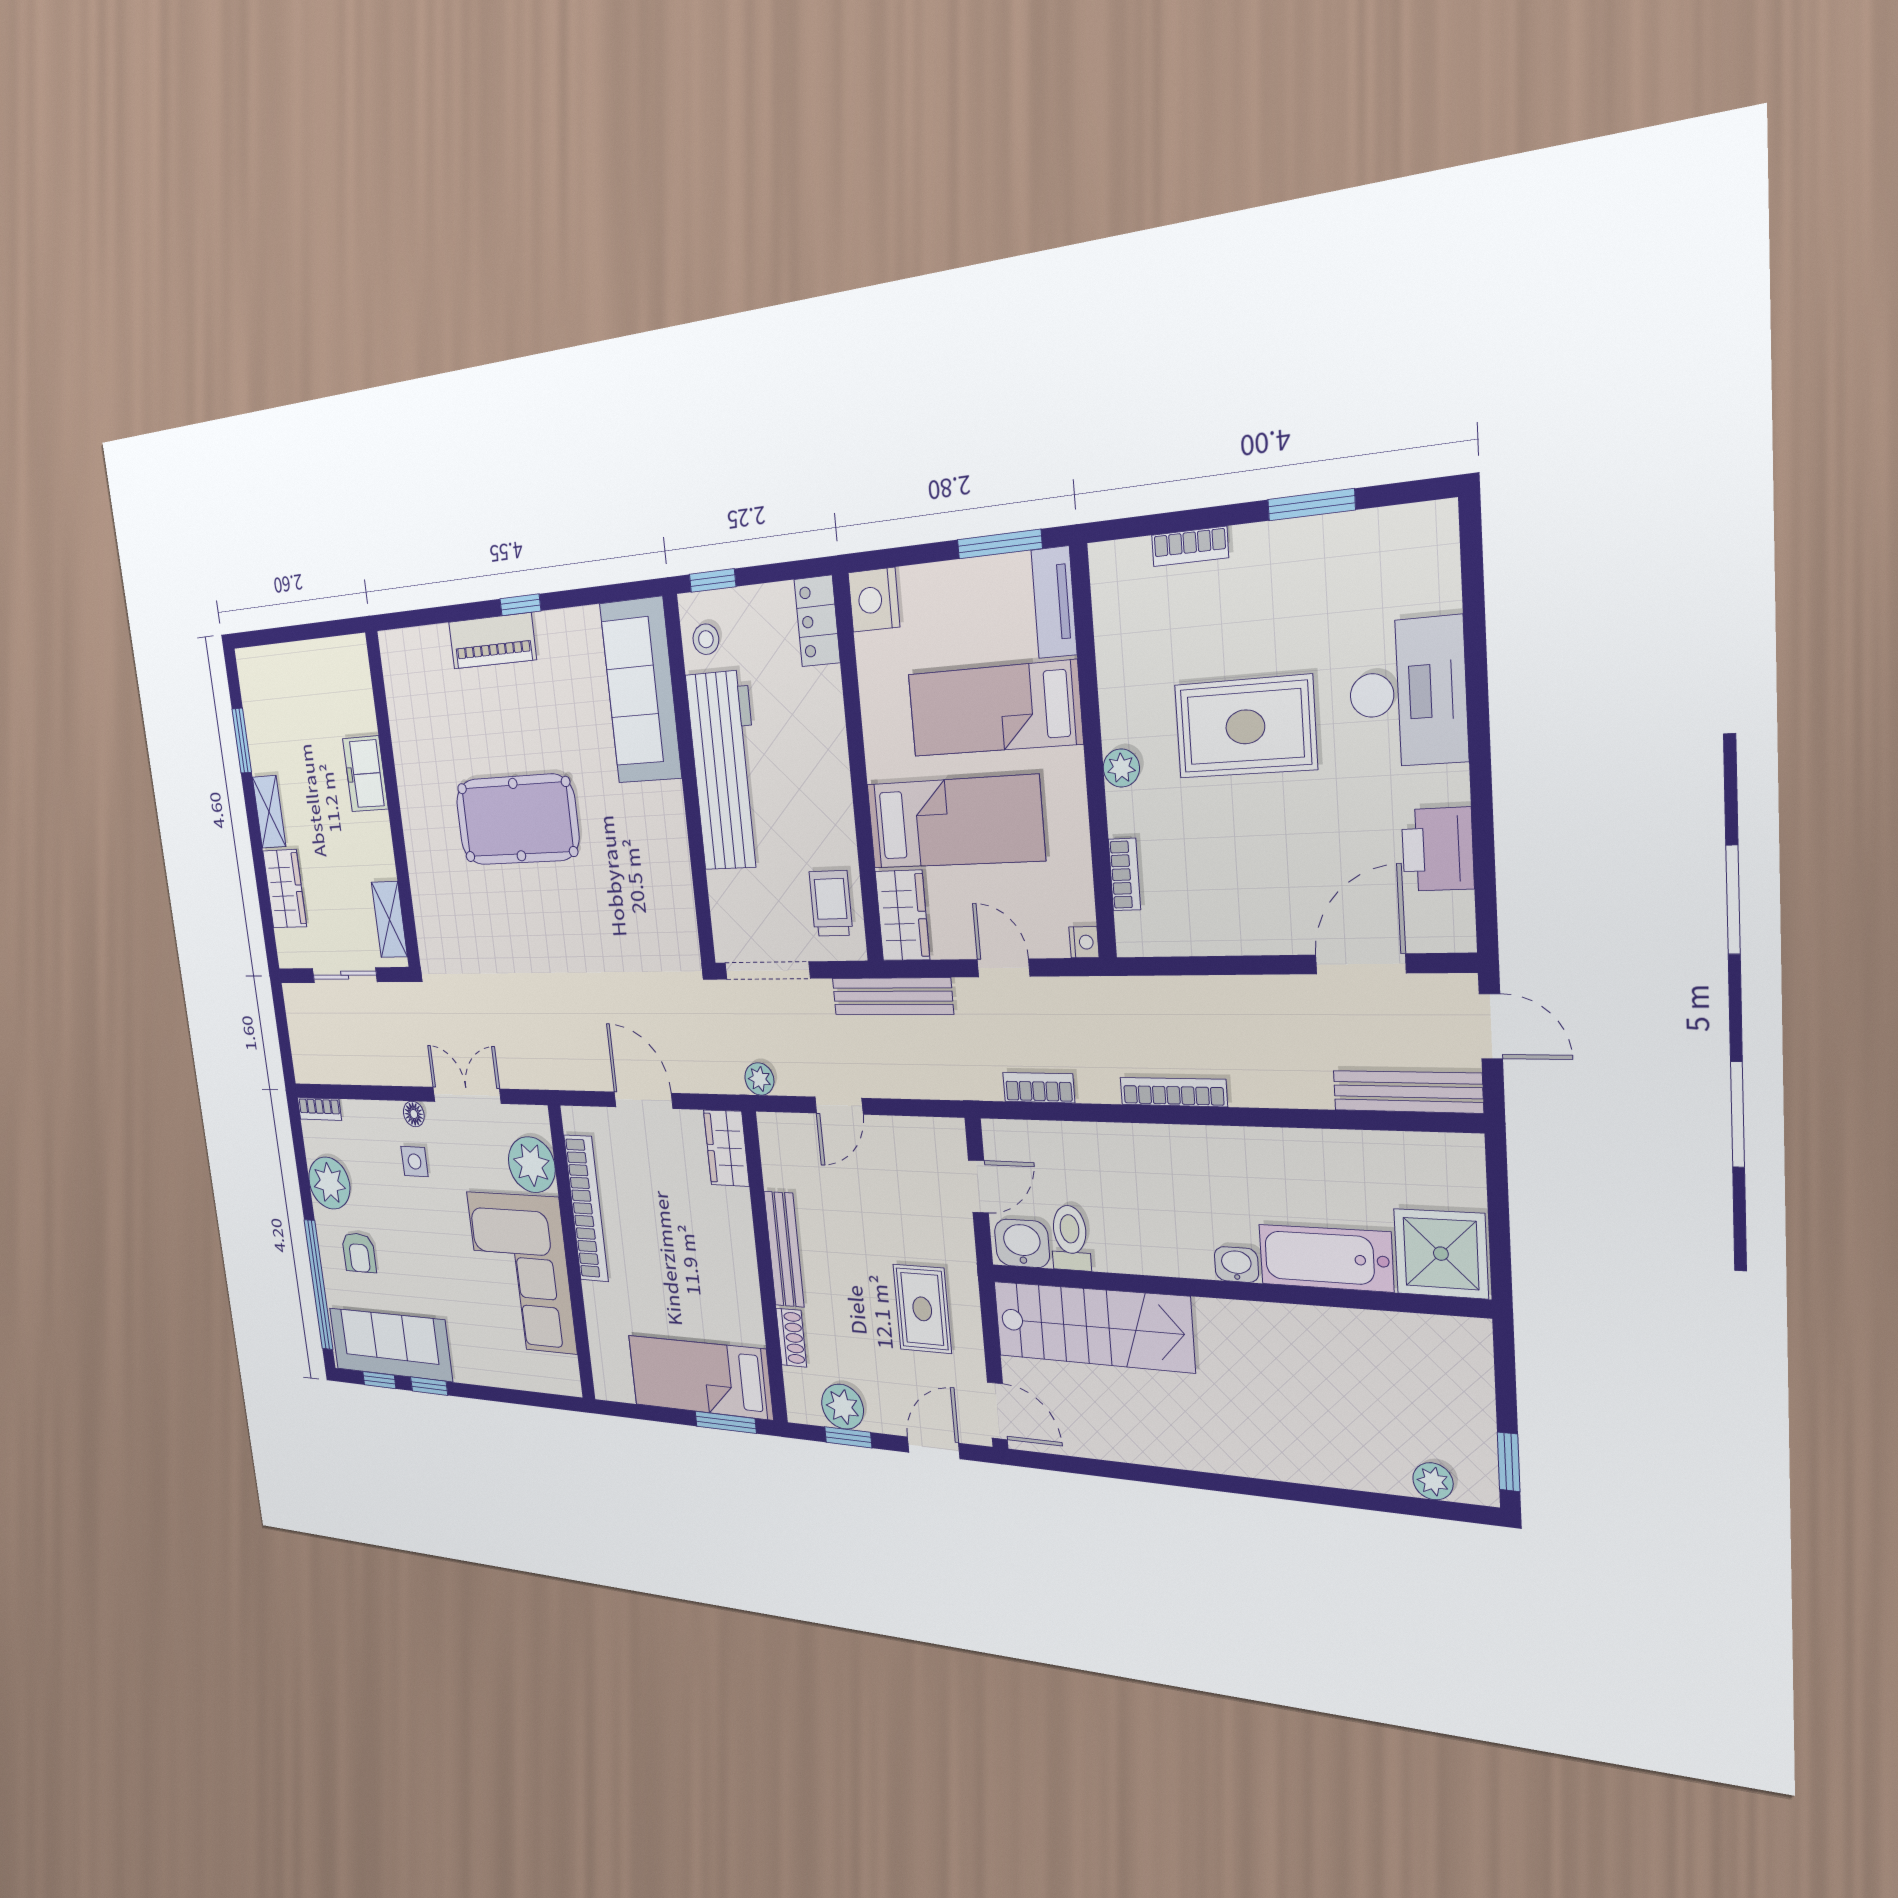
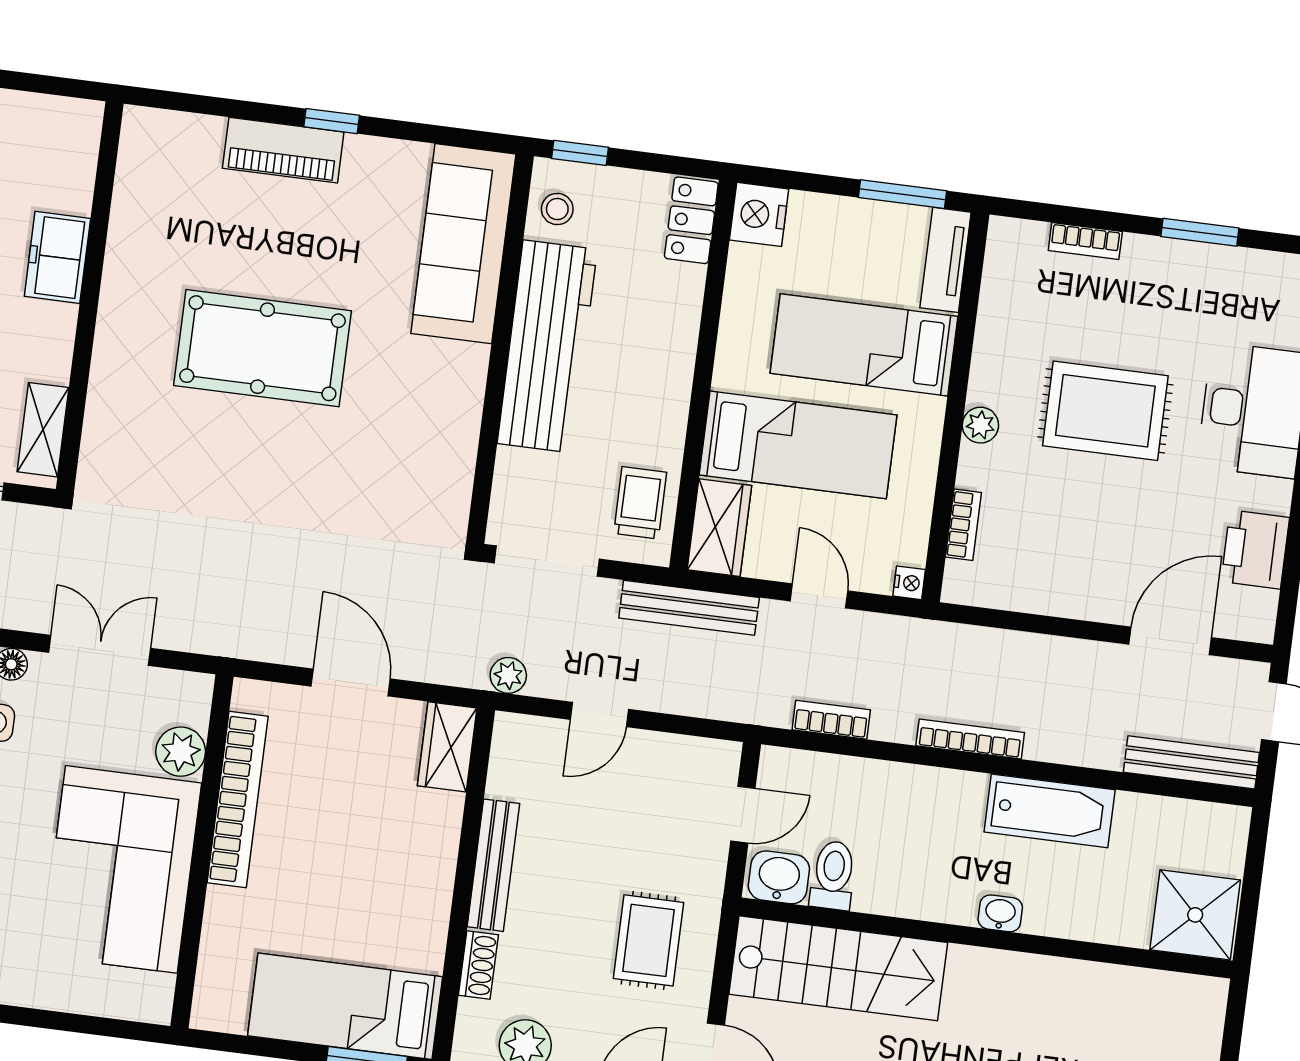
plant: (532, 1165) -> (181, 752), width x0.73, depth x0.73
bathtub: (1326, 1258) -> (1050, 811), moved, turned 180

